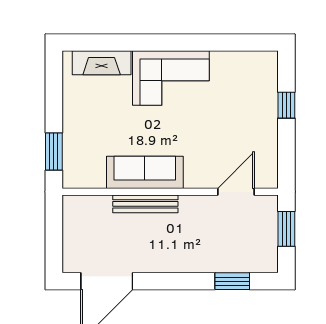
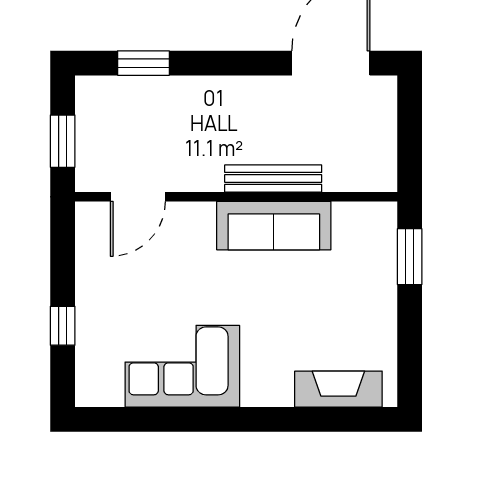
corner sofa: (171, 78) -> (182, 366), moved

